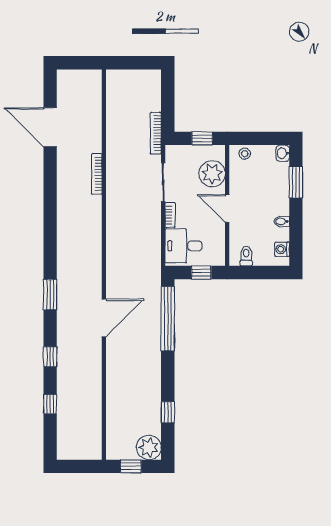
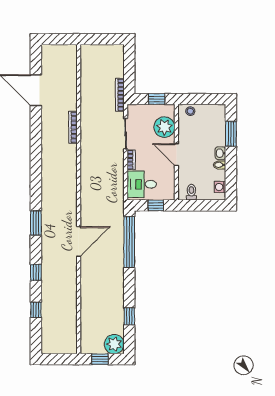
washbasin: (283, 153) -> (220, 153), moved

